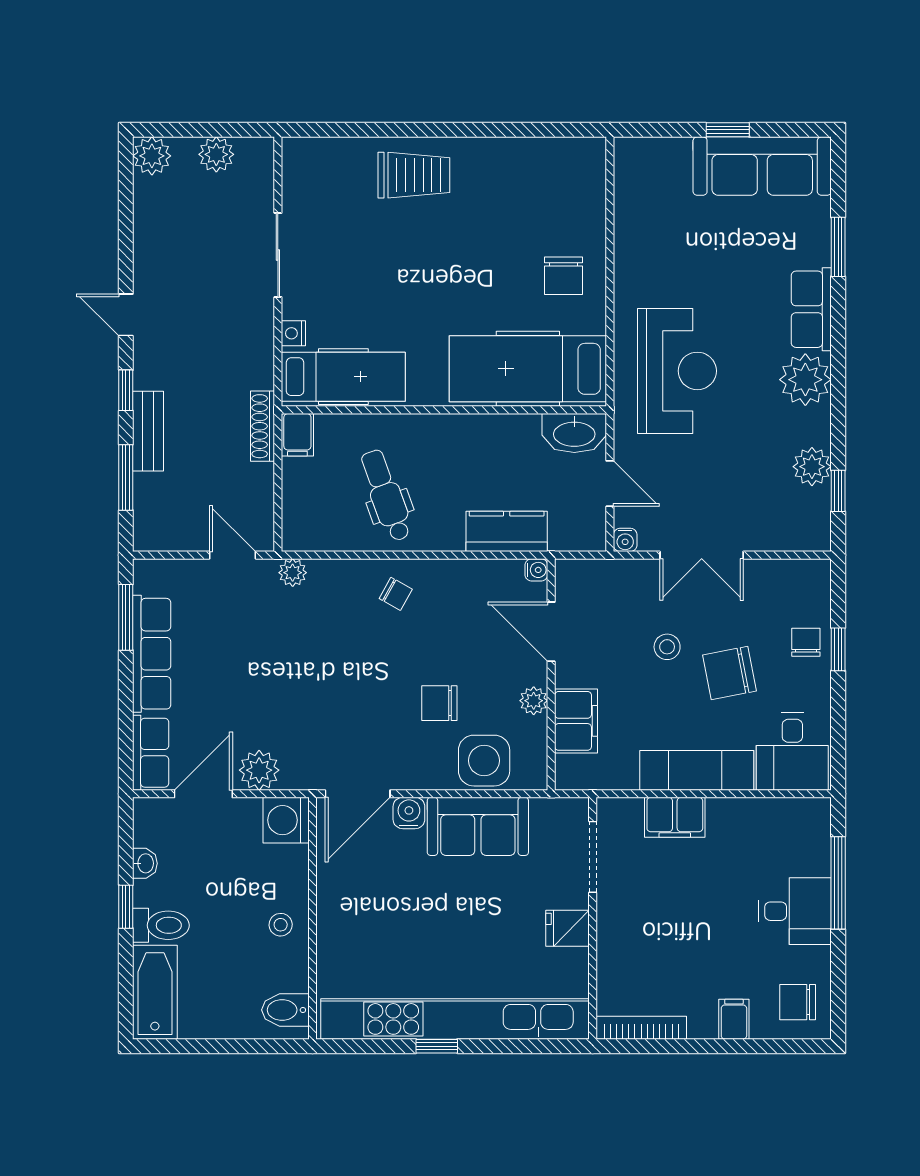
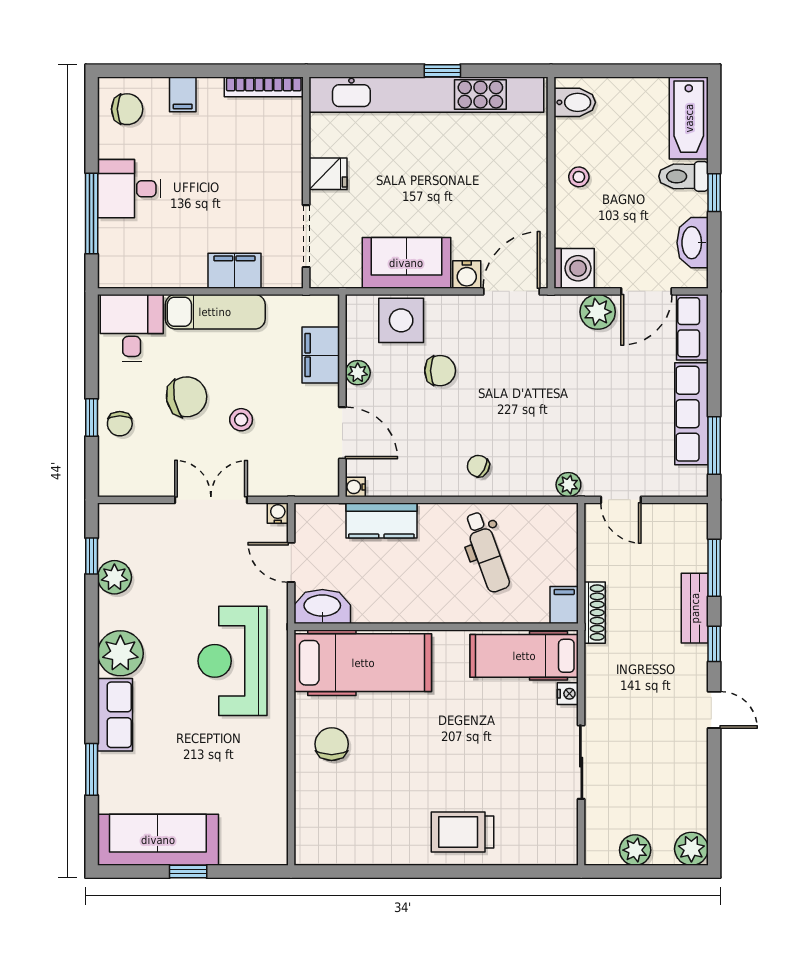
washbasin: (145, 863) -> (693, 243), width x1.91, depth x1.45

